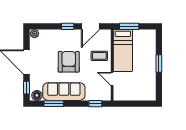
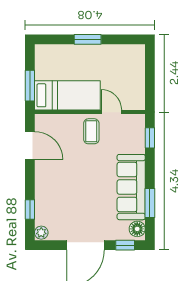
window: (68, 26) -> (30, 209), moved
coffee table: (99, 56) -> (91, 131), moved
armchair: (69, 62) -> (85, 179), removed
door: (112, 79) -> (111, 112), swing flipped

